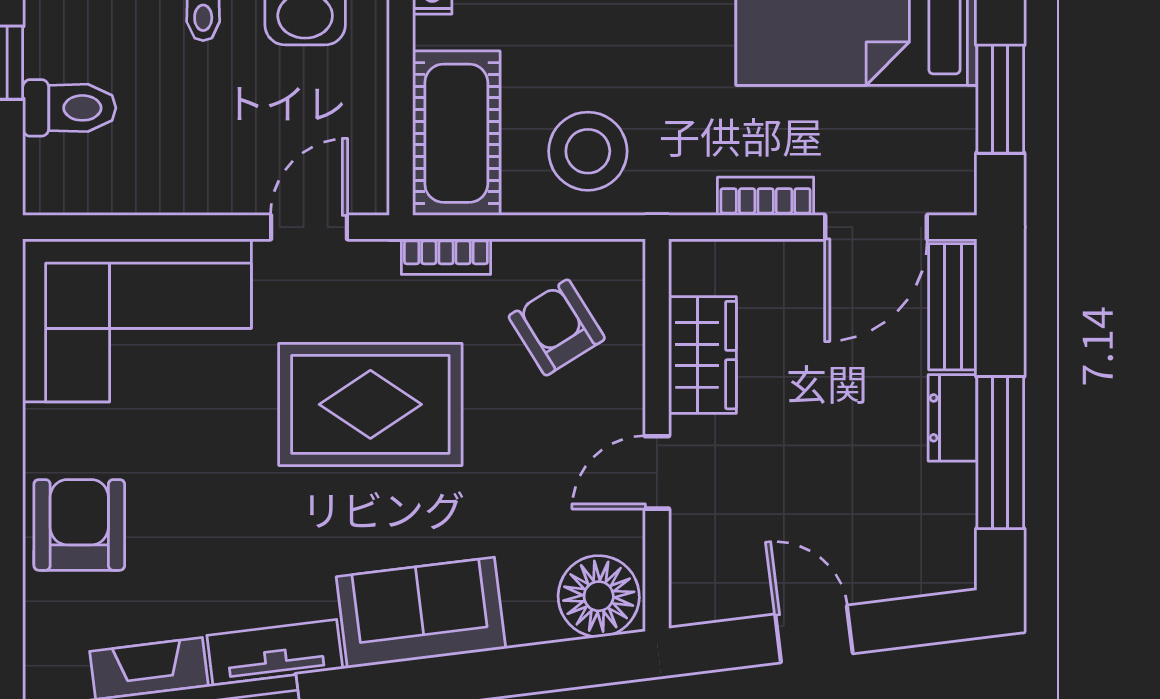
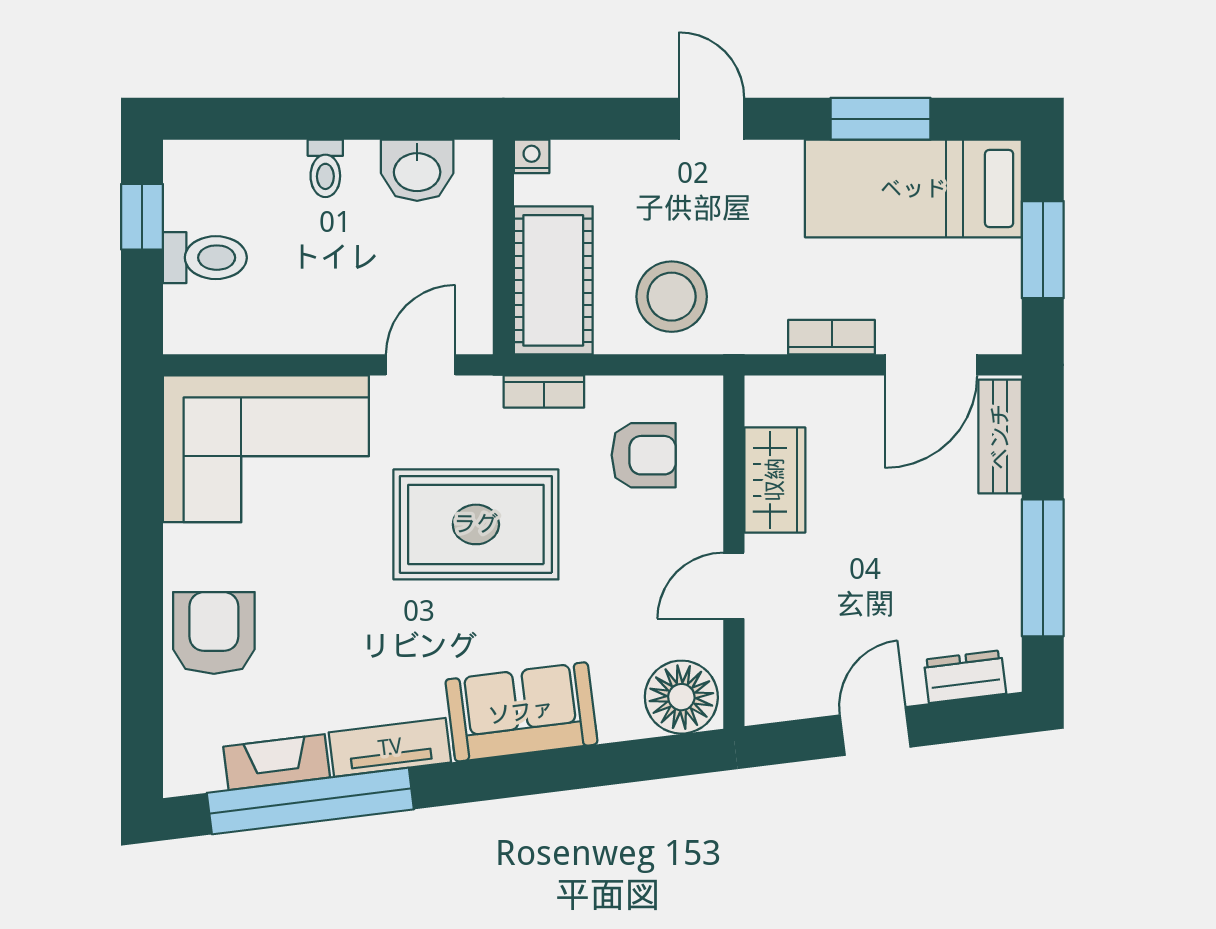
armchair: (557, 327) -> (644, 455), turned 122
dresser: (953, 418) -> (965, 677), moved, turned 83
door: (814, 634) -> (875, 731), hinge flipped

